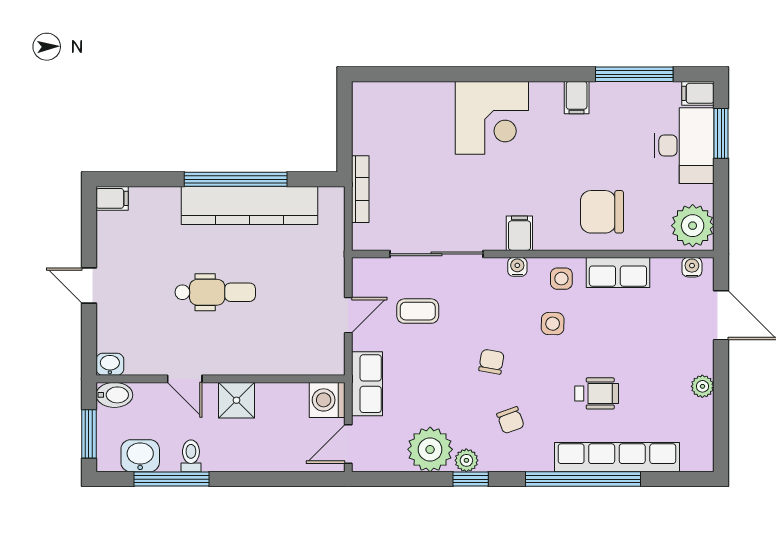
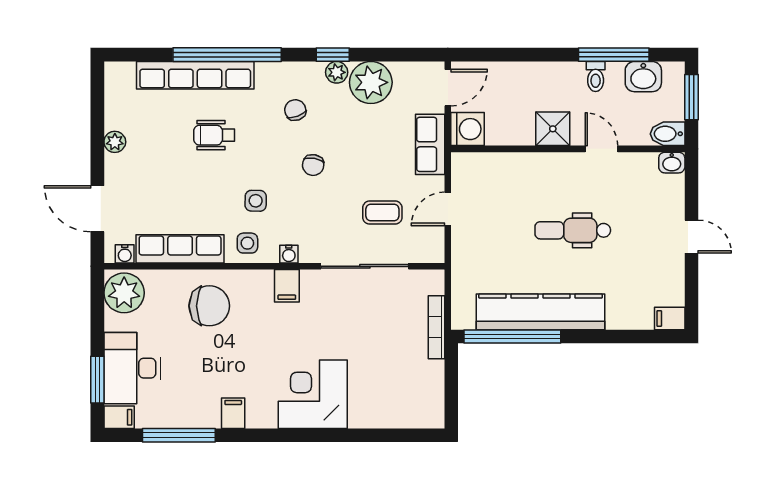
window: (236, 179) -> (512, 336), moved
row of seats: (618, 272) -> (180, 249), width x1.48

